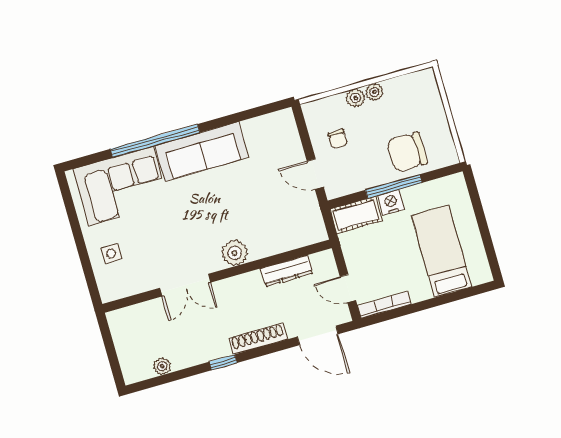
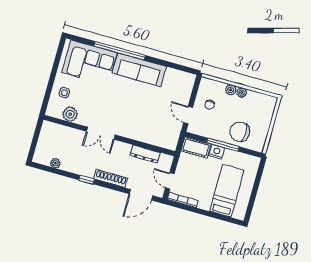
plant: (235, 253) -> (70, 114), moved
double door: (185, 285) -> (101, 133), moved
door: (318, 335) -> (141, 195), hinge flipped

